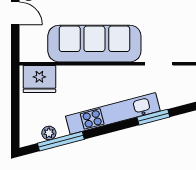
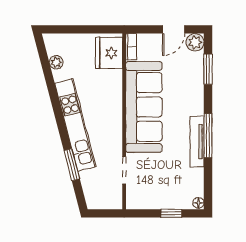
bookcase: (33, 57) -> (131, 47), added
window: (61, 141) -> (48, 74), removed

